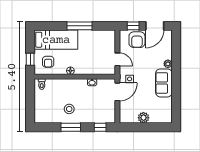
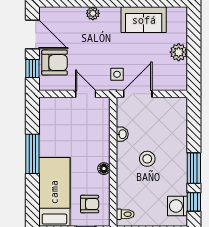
door: (117, 59) -> (86, 94), hinge flipped
sofa: (164, 83) -> (144, 20), moved
door: (117, 92) -> (138, 94), hinge flipped
stool: (69, 109) -> (147, 159), moved
washing machine: (47, 117) -> (178, 206), added
window: (100, 127) -> (194, 202), moved

